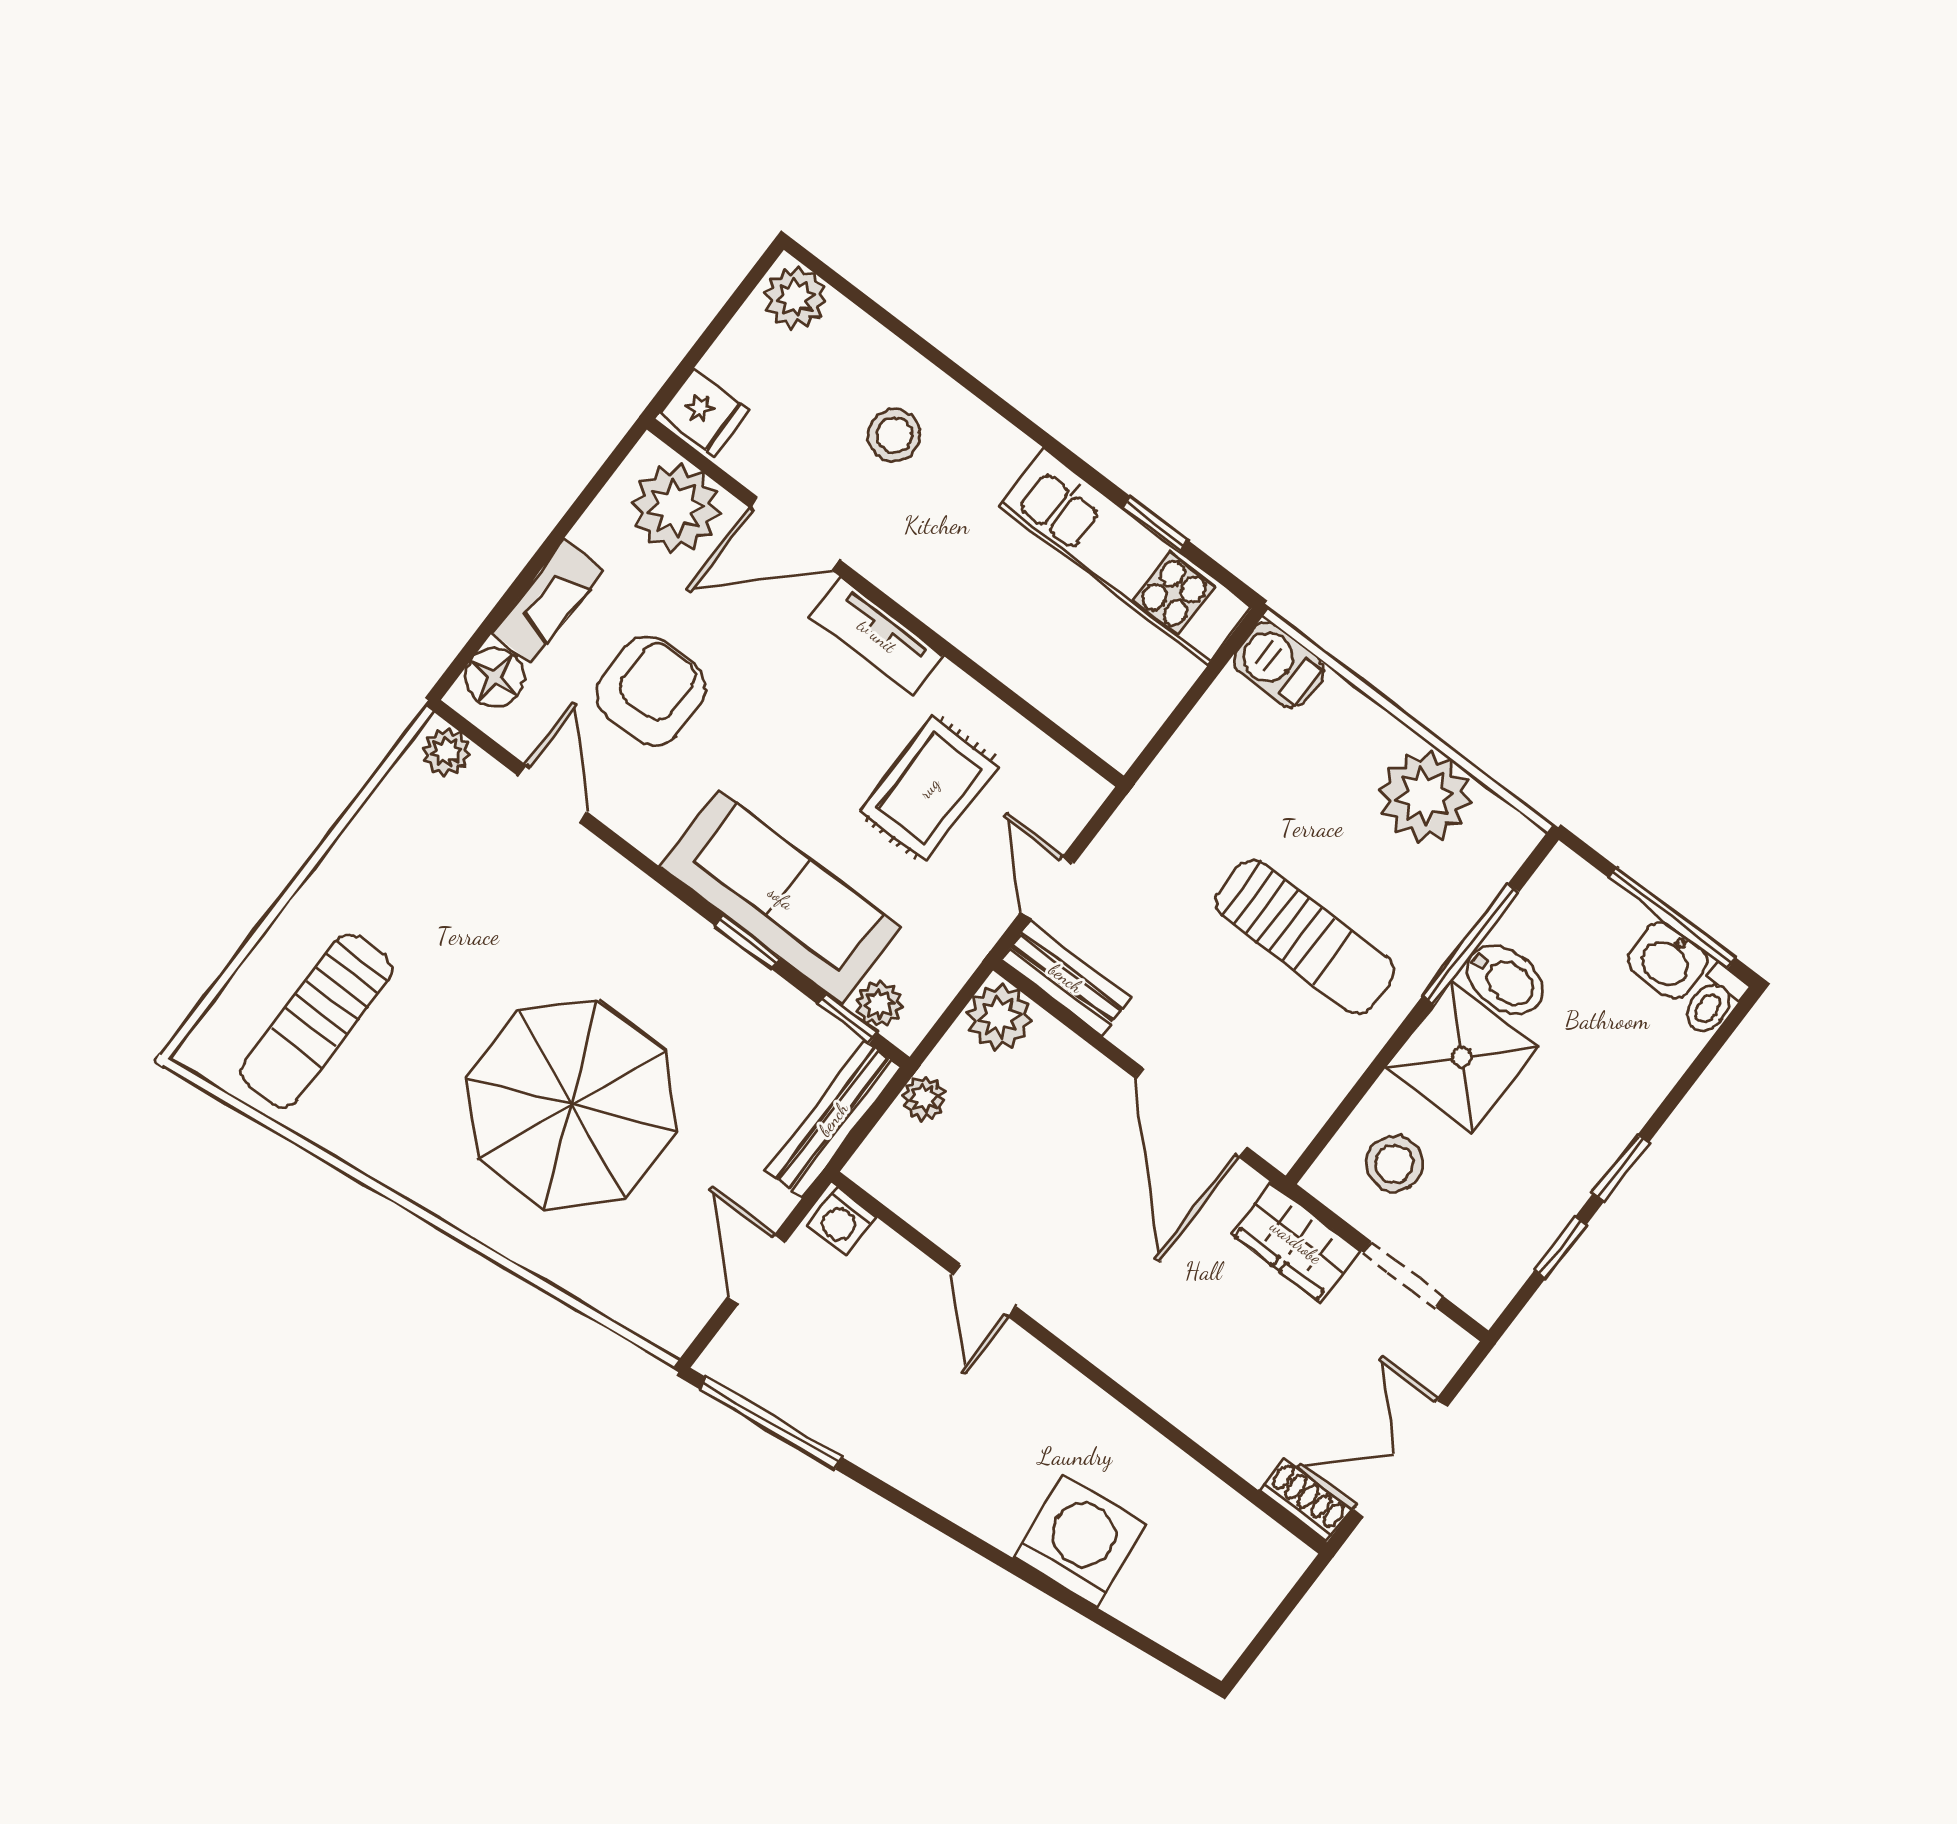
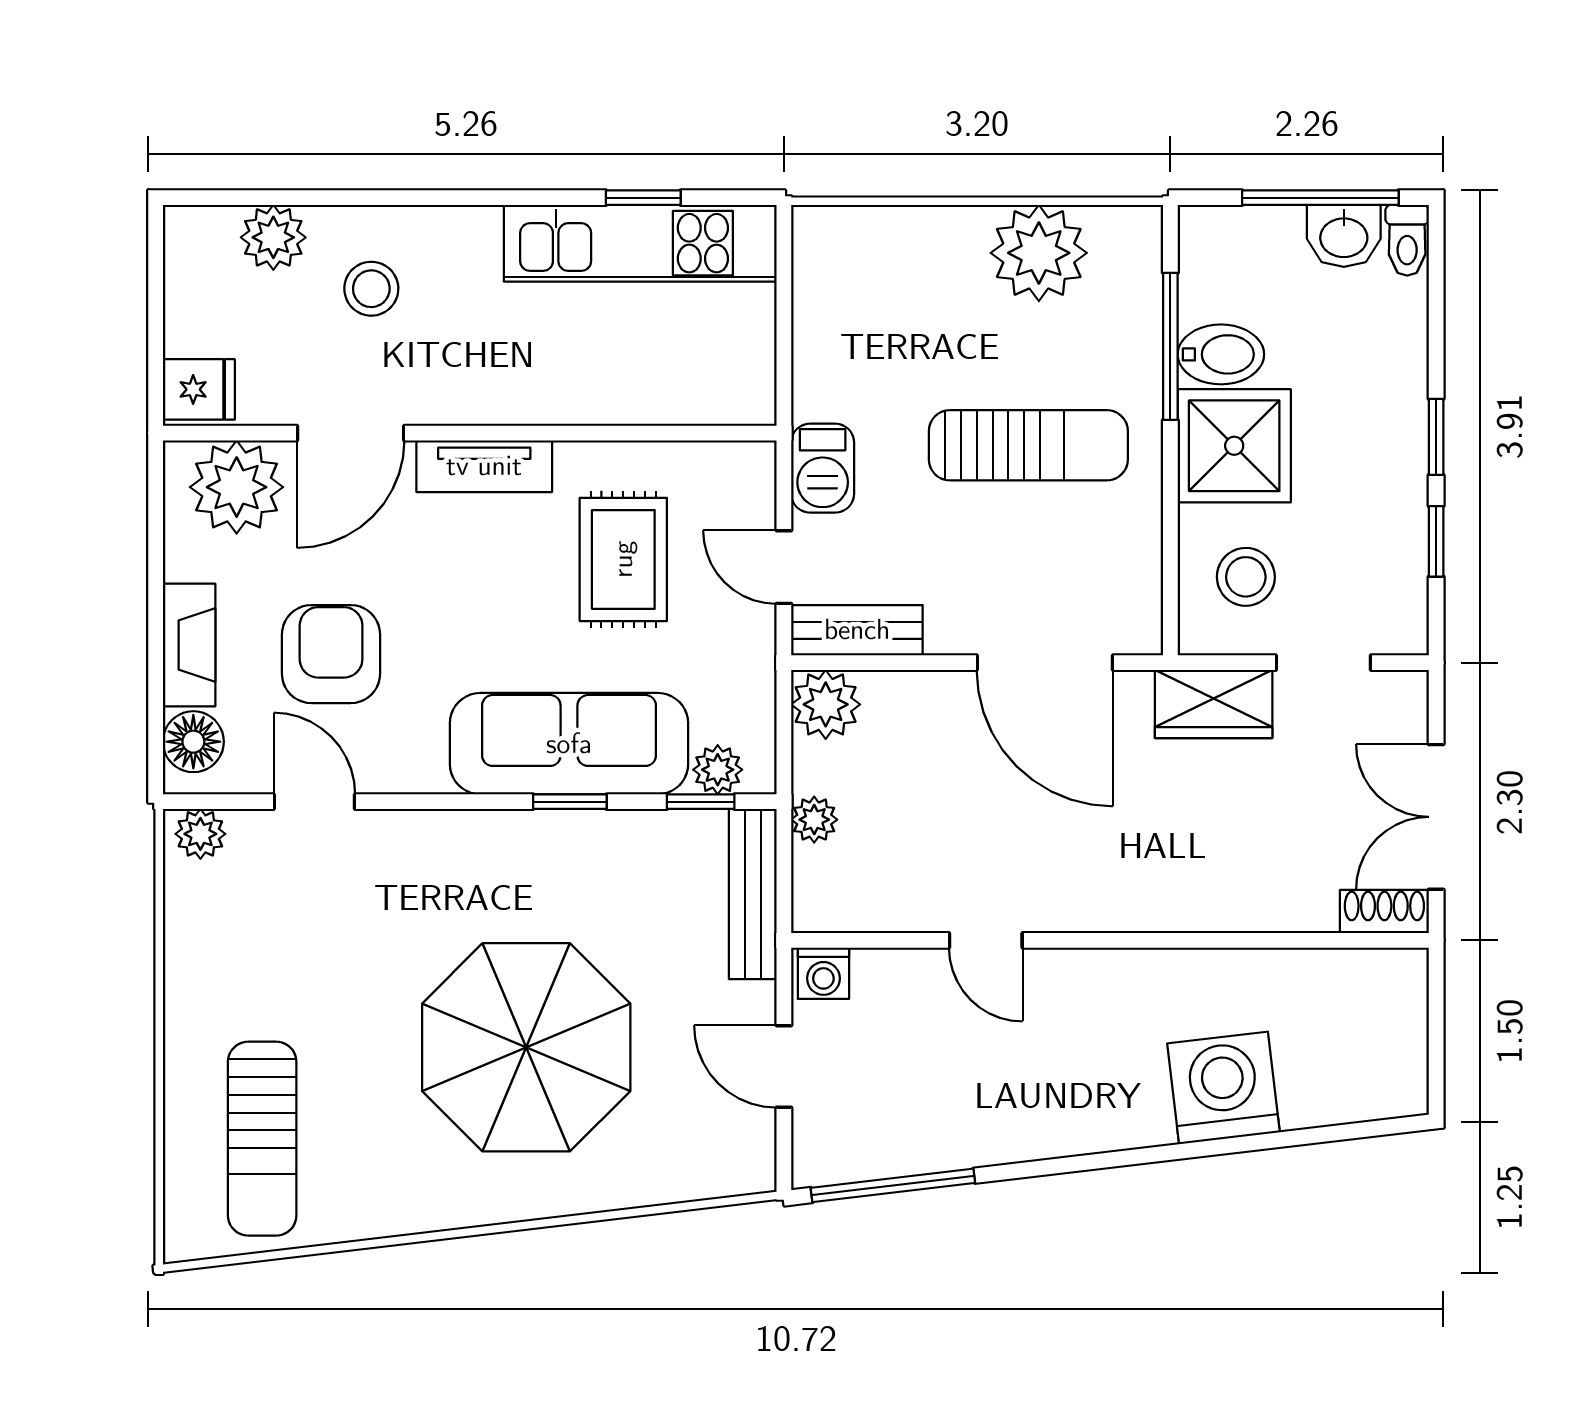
plant: (795, 298) -> (273, 237), moved
barbecue: (1279, 665) -> (823, 468), moved, turned -90

